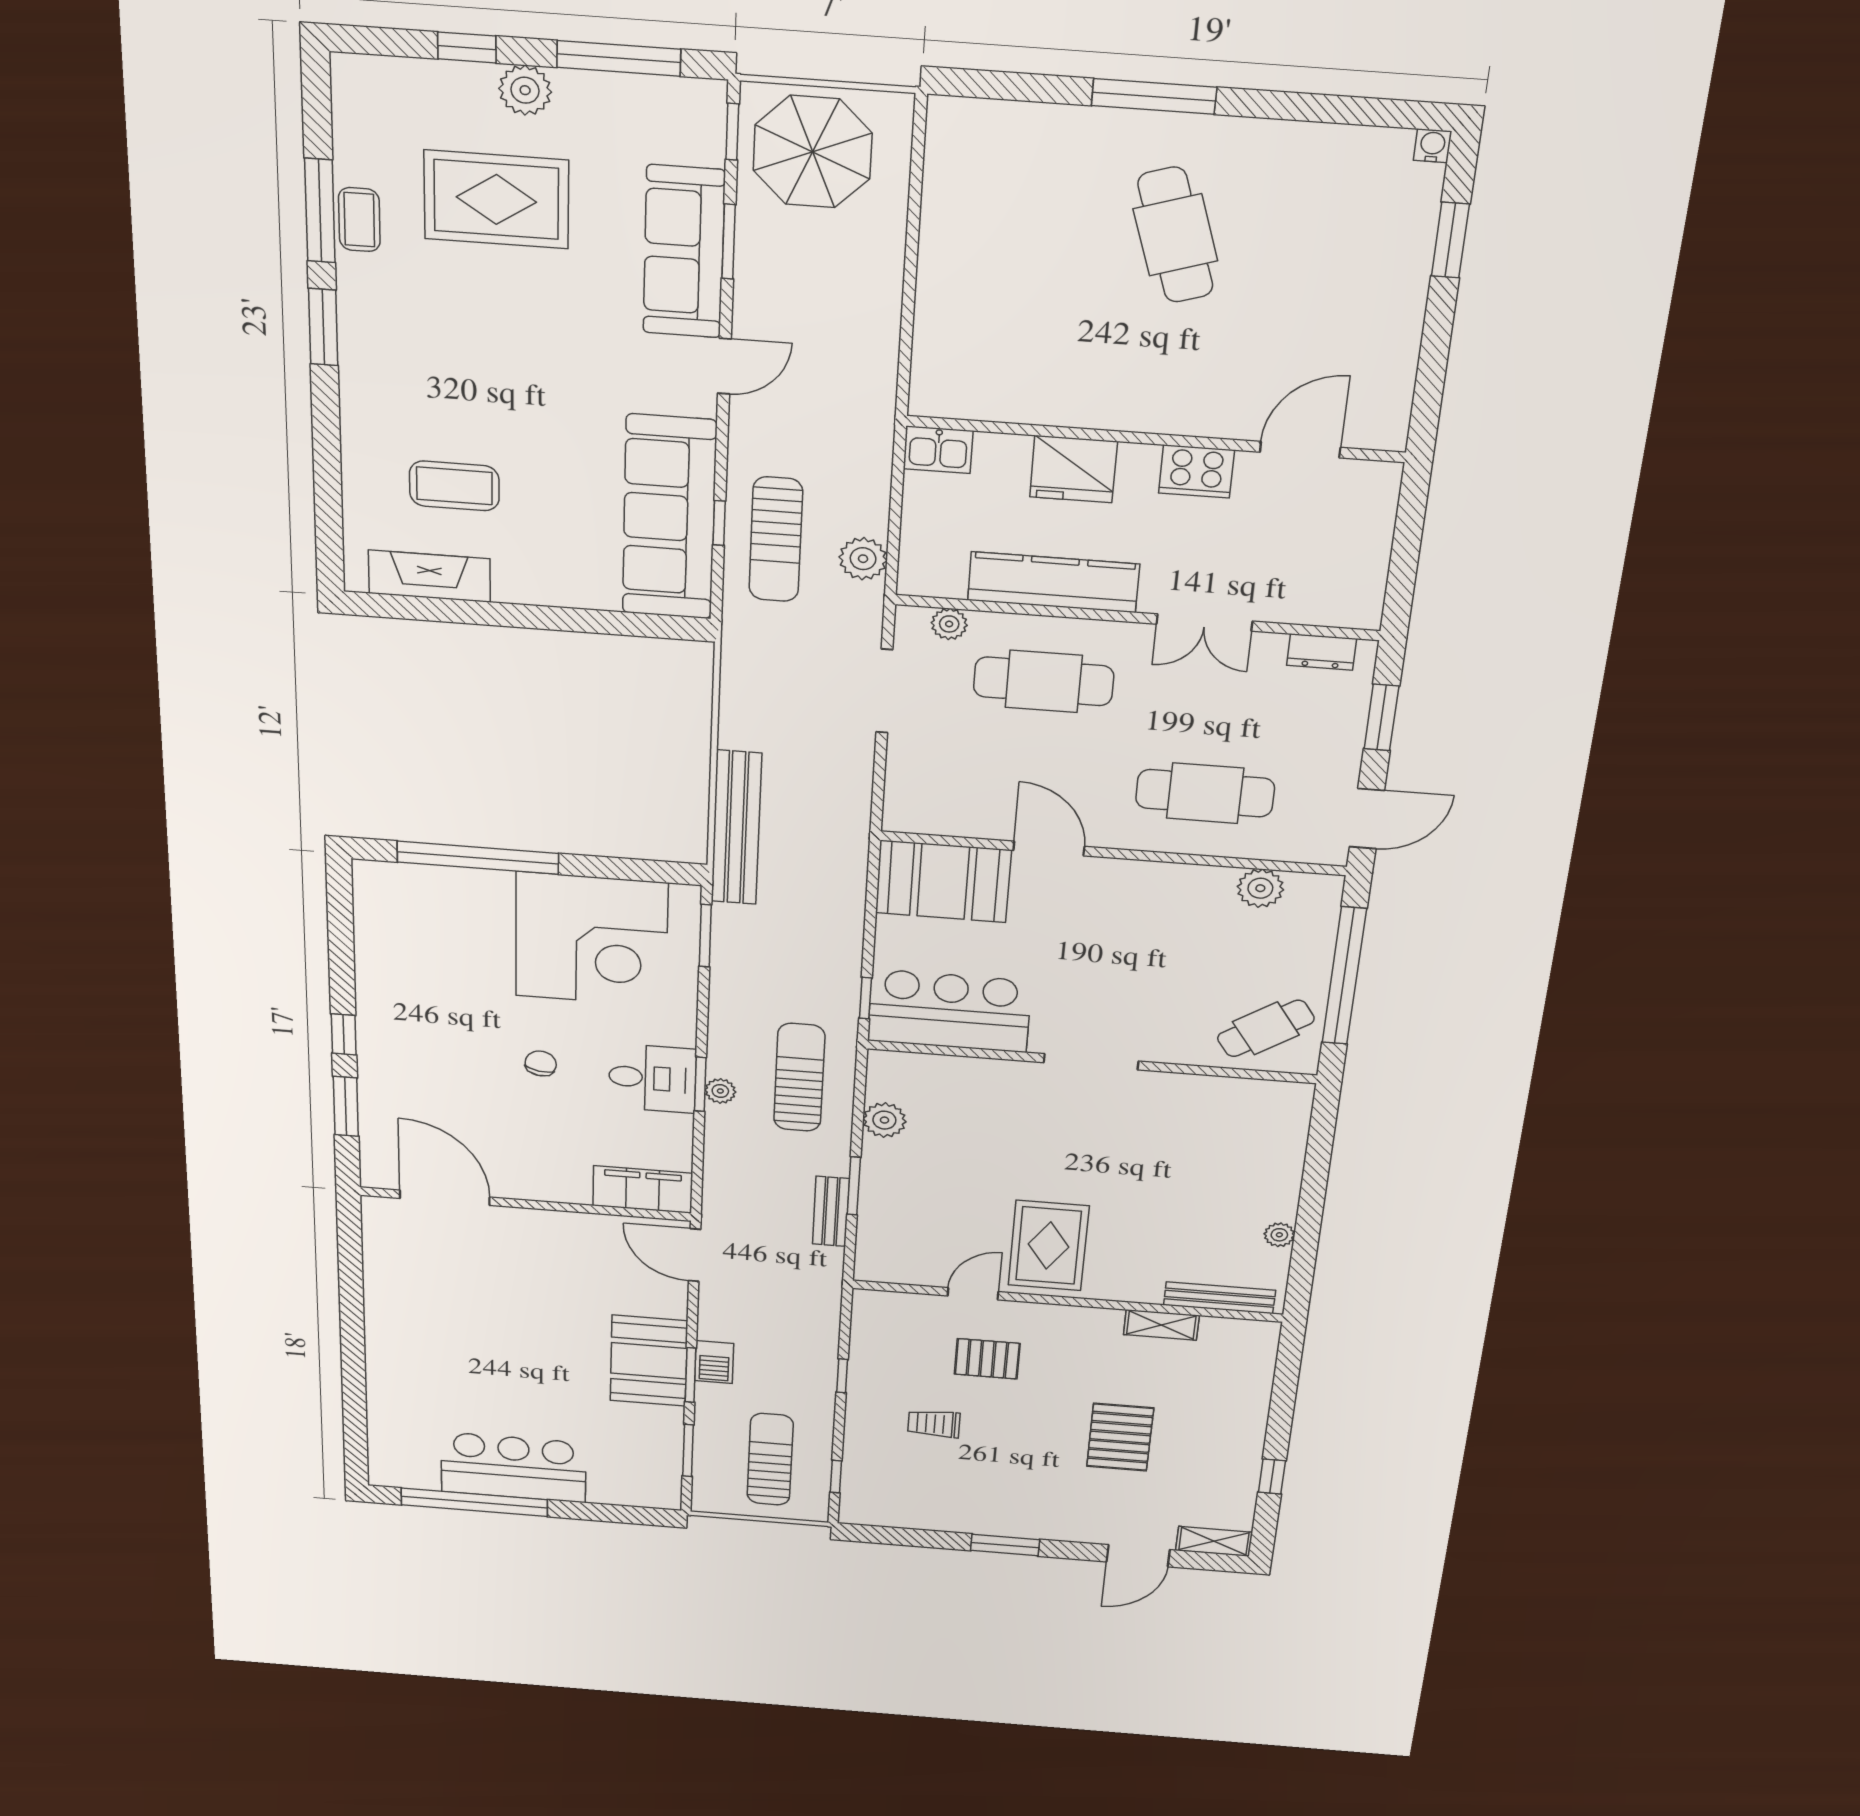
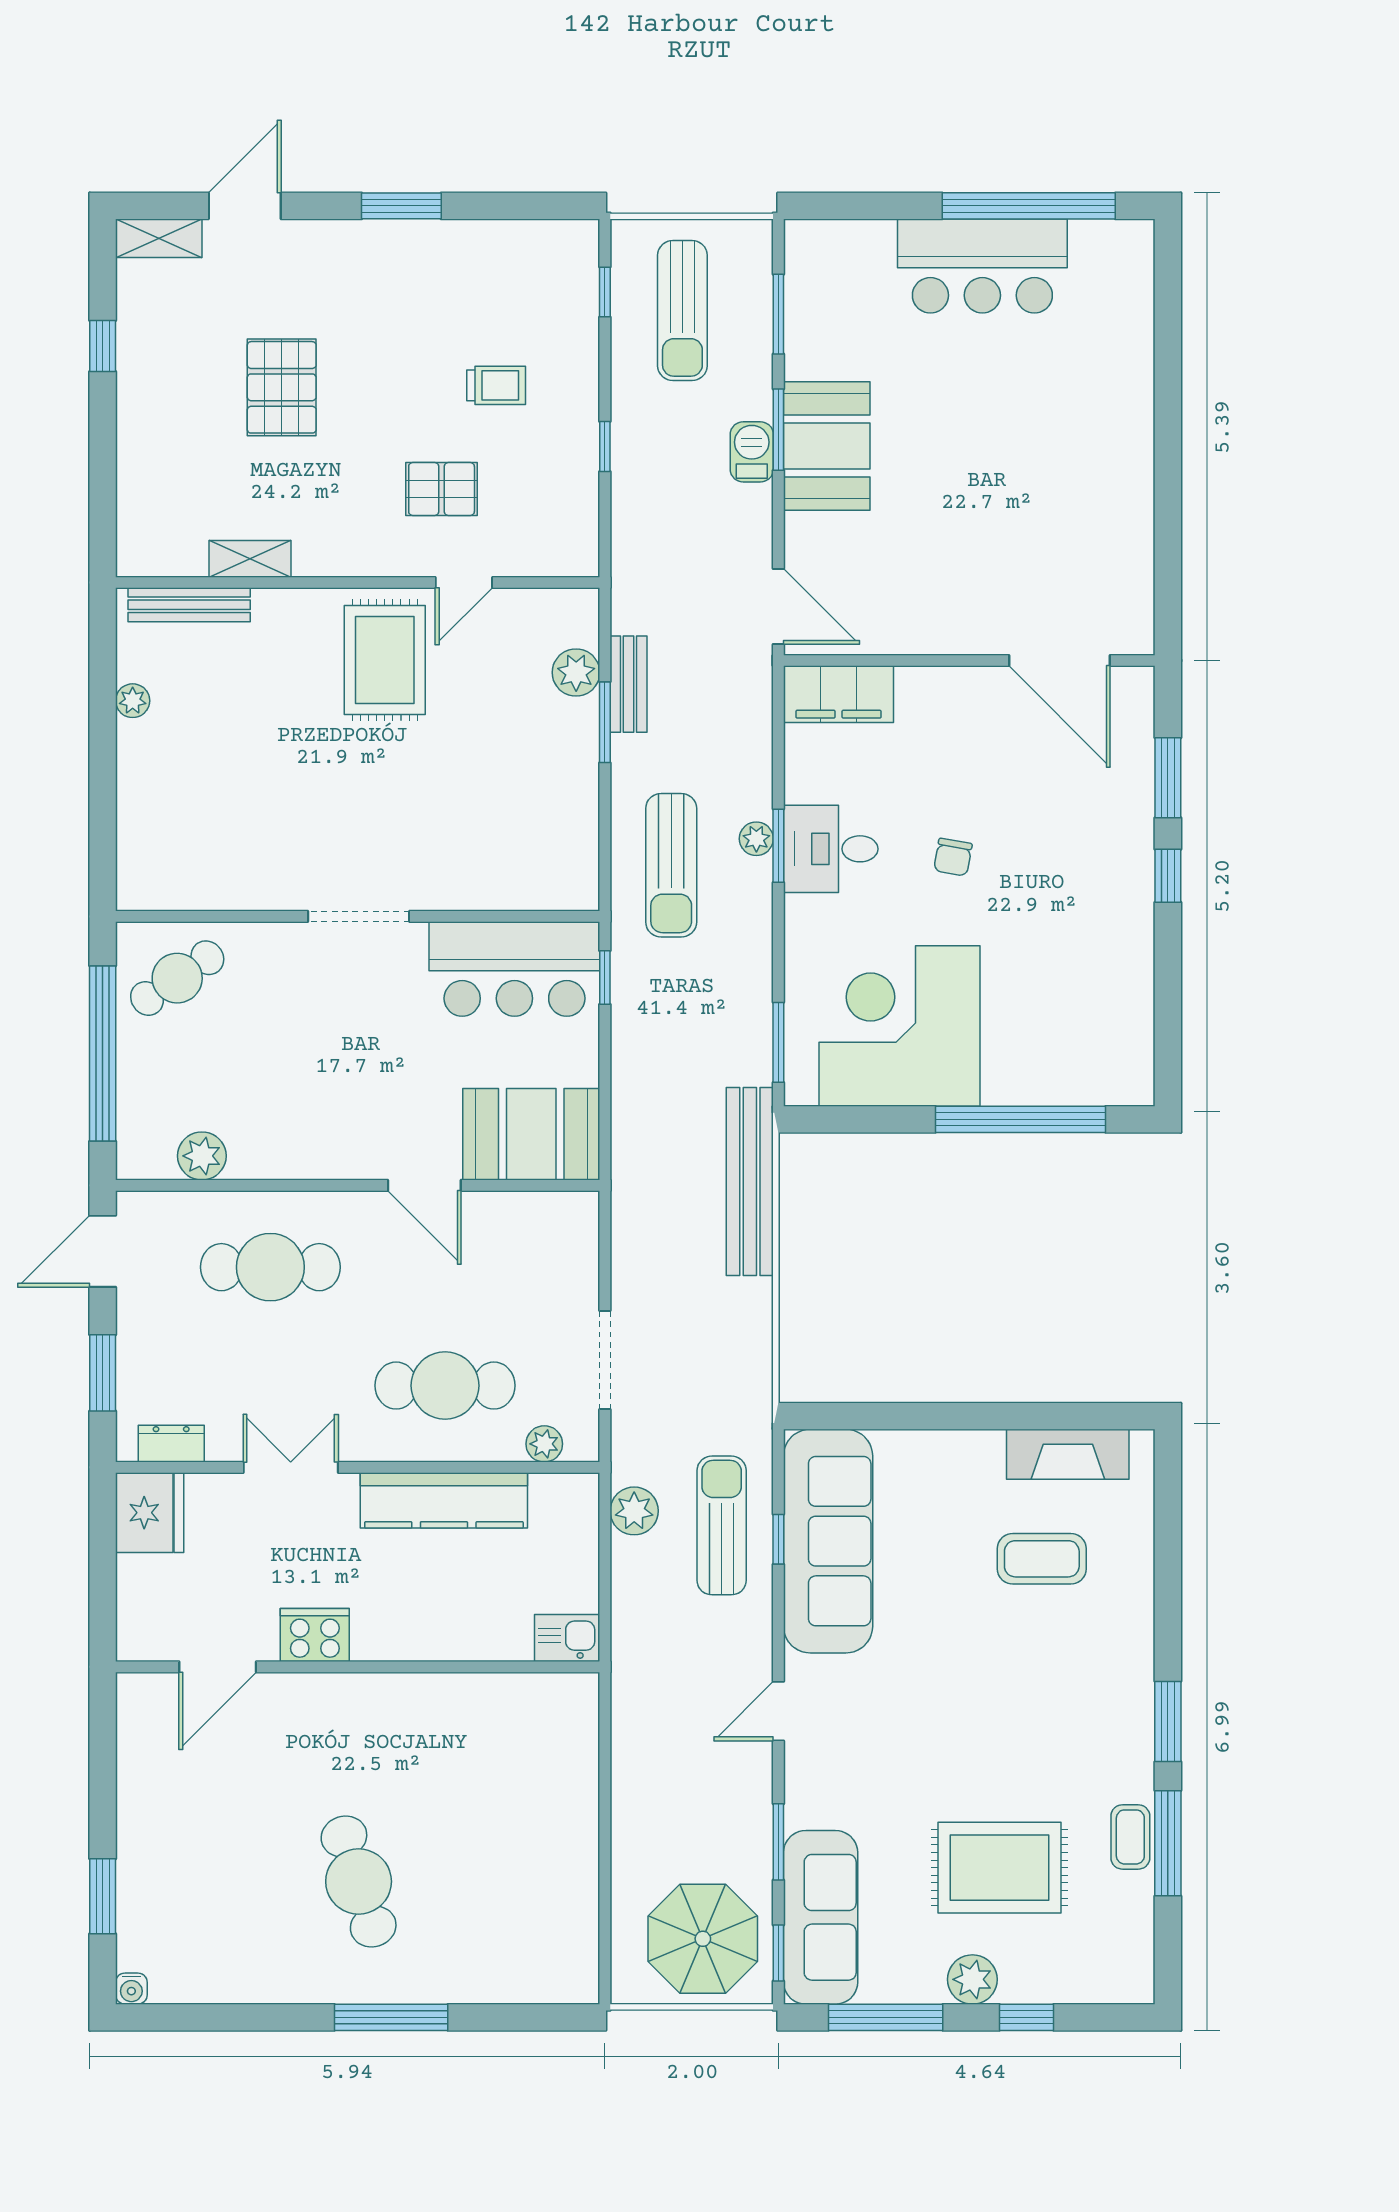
sofa: (684, 252) -> (821, 1917), moved
fridge: (1073, 469) -> (150, 1513), moved, turned 90
plant: (884, 1120) -> (576, 672), moved

